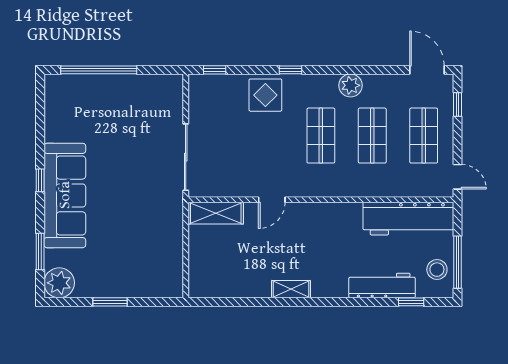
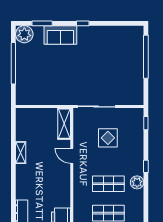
plant: (351, 85) -> (137, 182), moved
display table: (265, 95) -> (108, 138), moved
sofa: (65, 195) -> (60, 35), width x0.54, depth x0.79
shelving: (291, 289) -> (21, 153), moved
window: (110, 302) -> (13, 63), width x2.11

